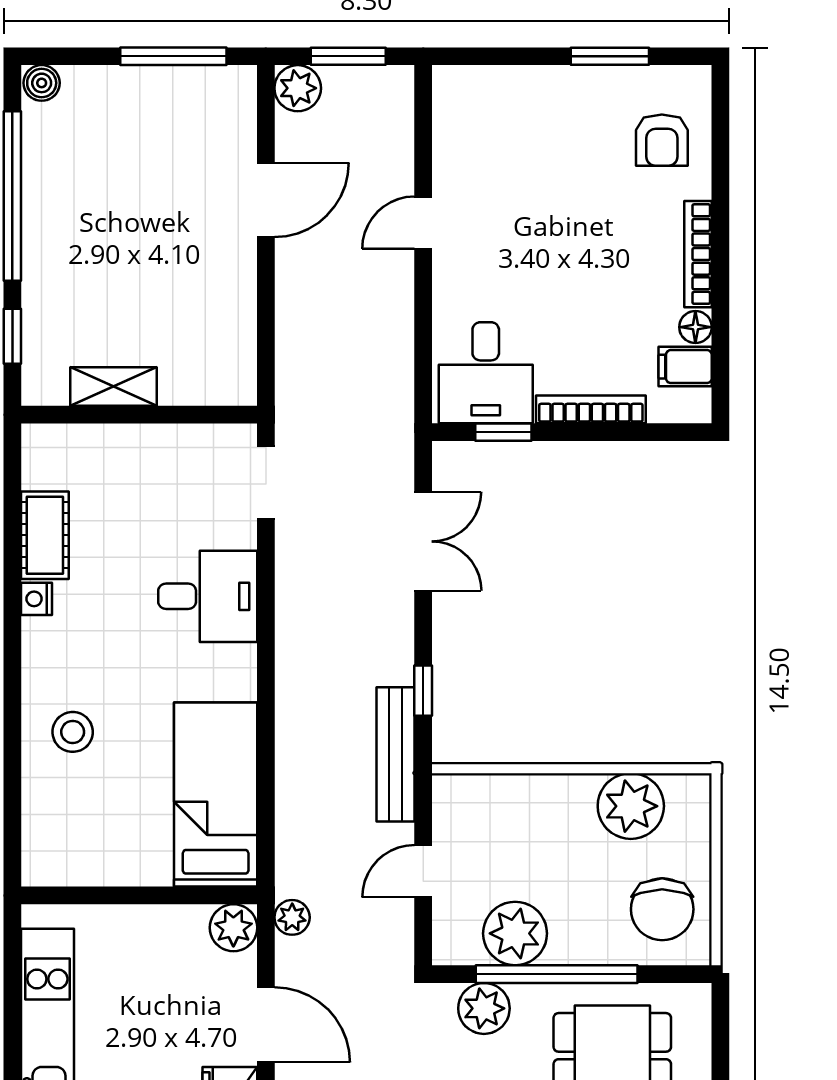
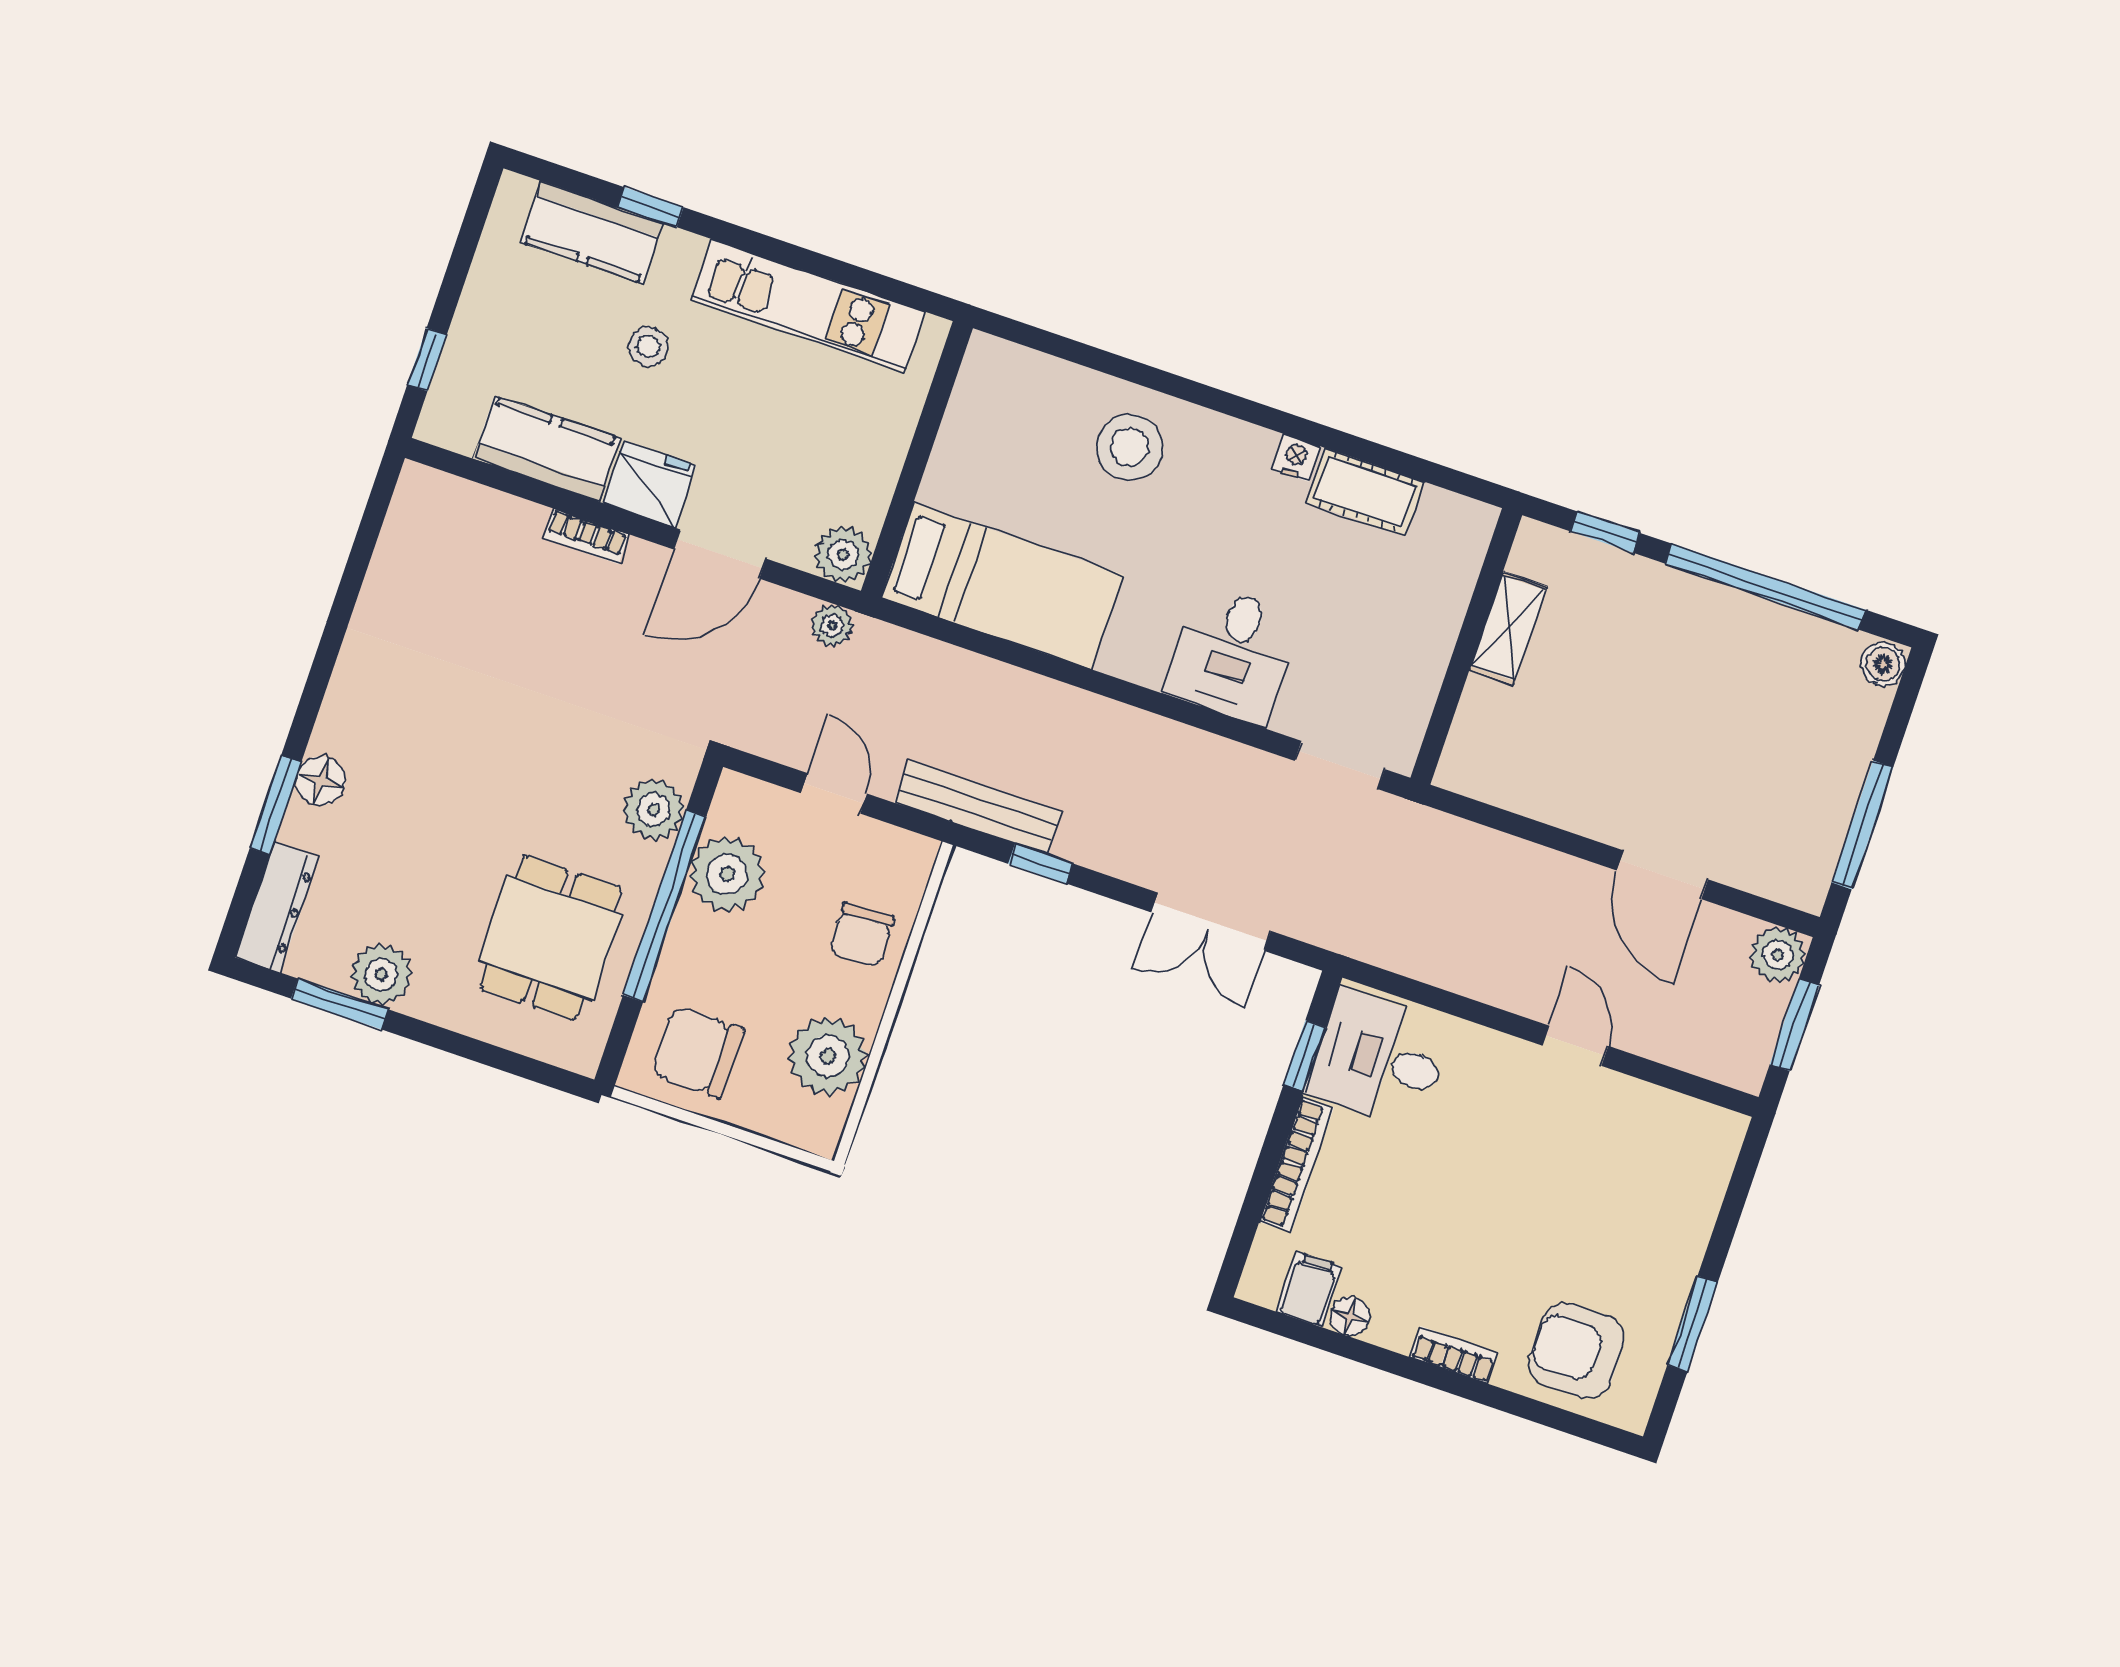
armchair: (662, 140) -> (1577, 1351), width x1.38, depth x1.38
bookcase: (698, 254) -> (1454, 1355), width x0.64
stool: (73, 732) -> (1129, 447), width x1.38, depth x1.38
chair: (527, 812) -> (862, 935), added

